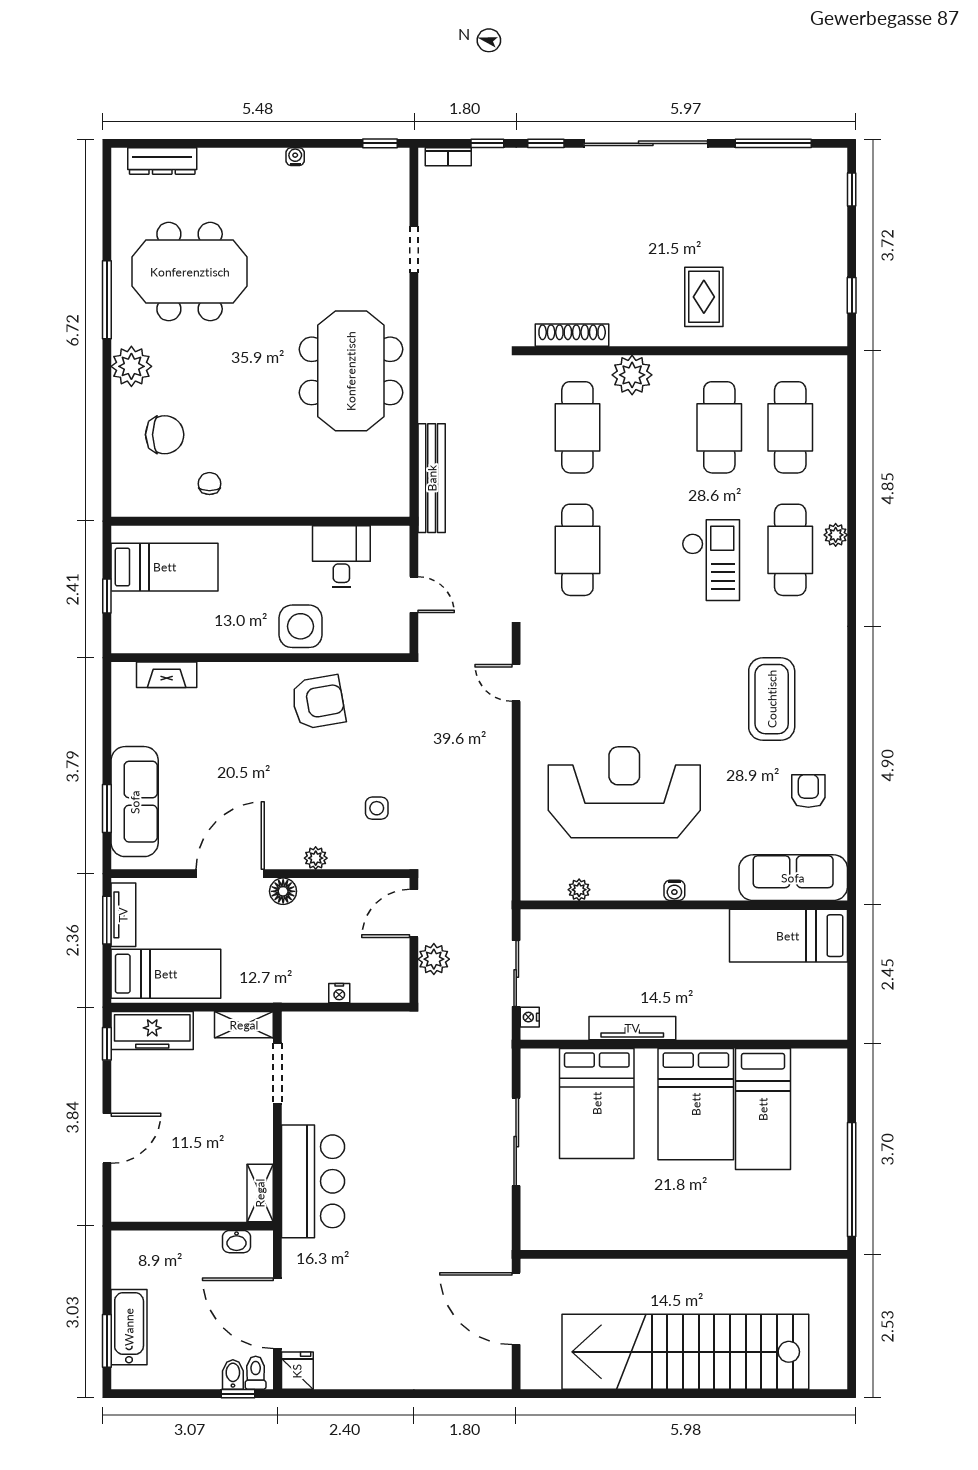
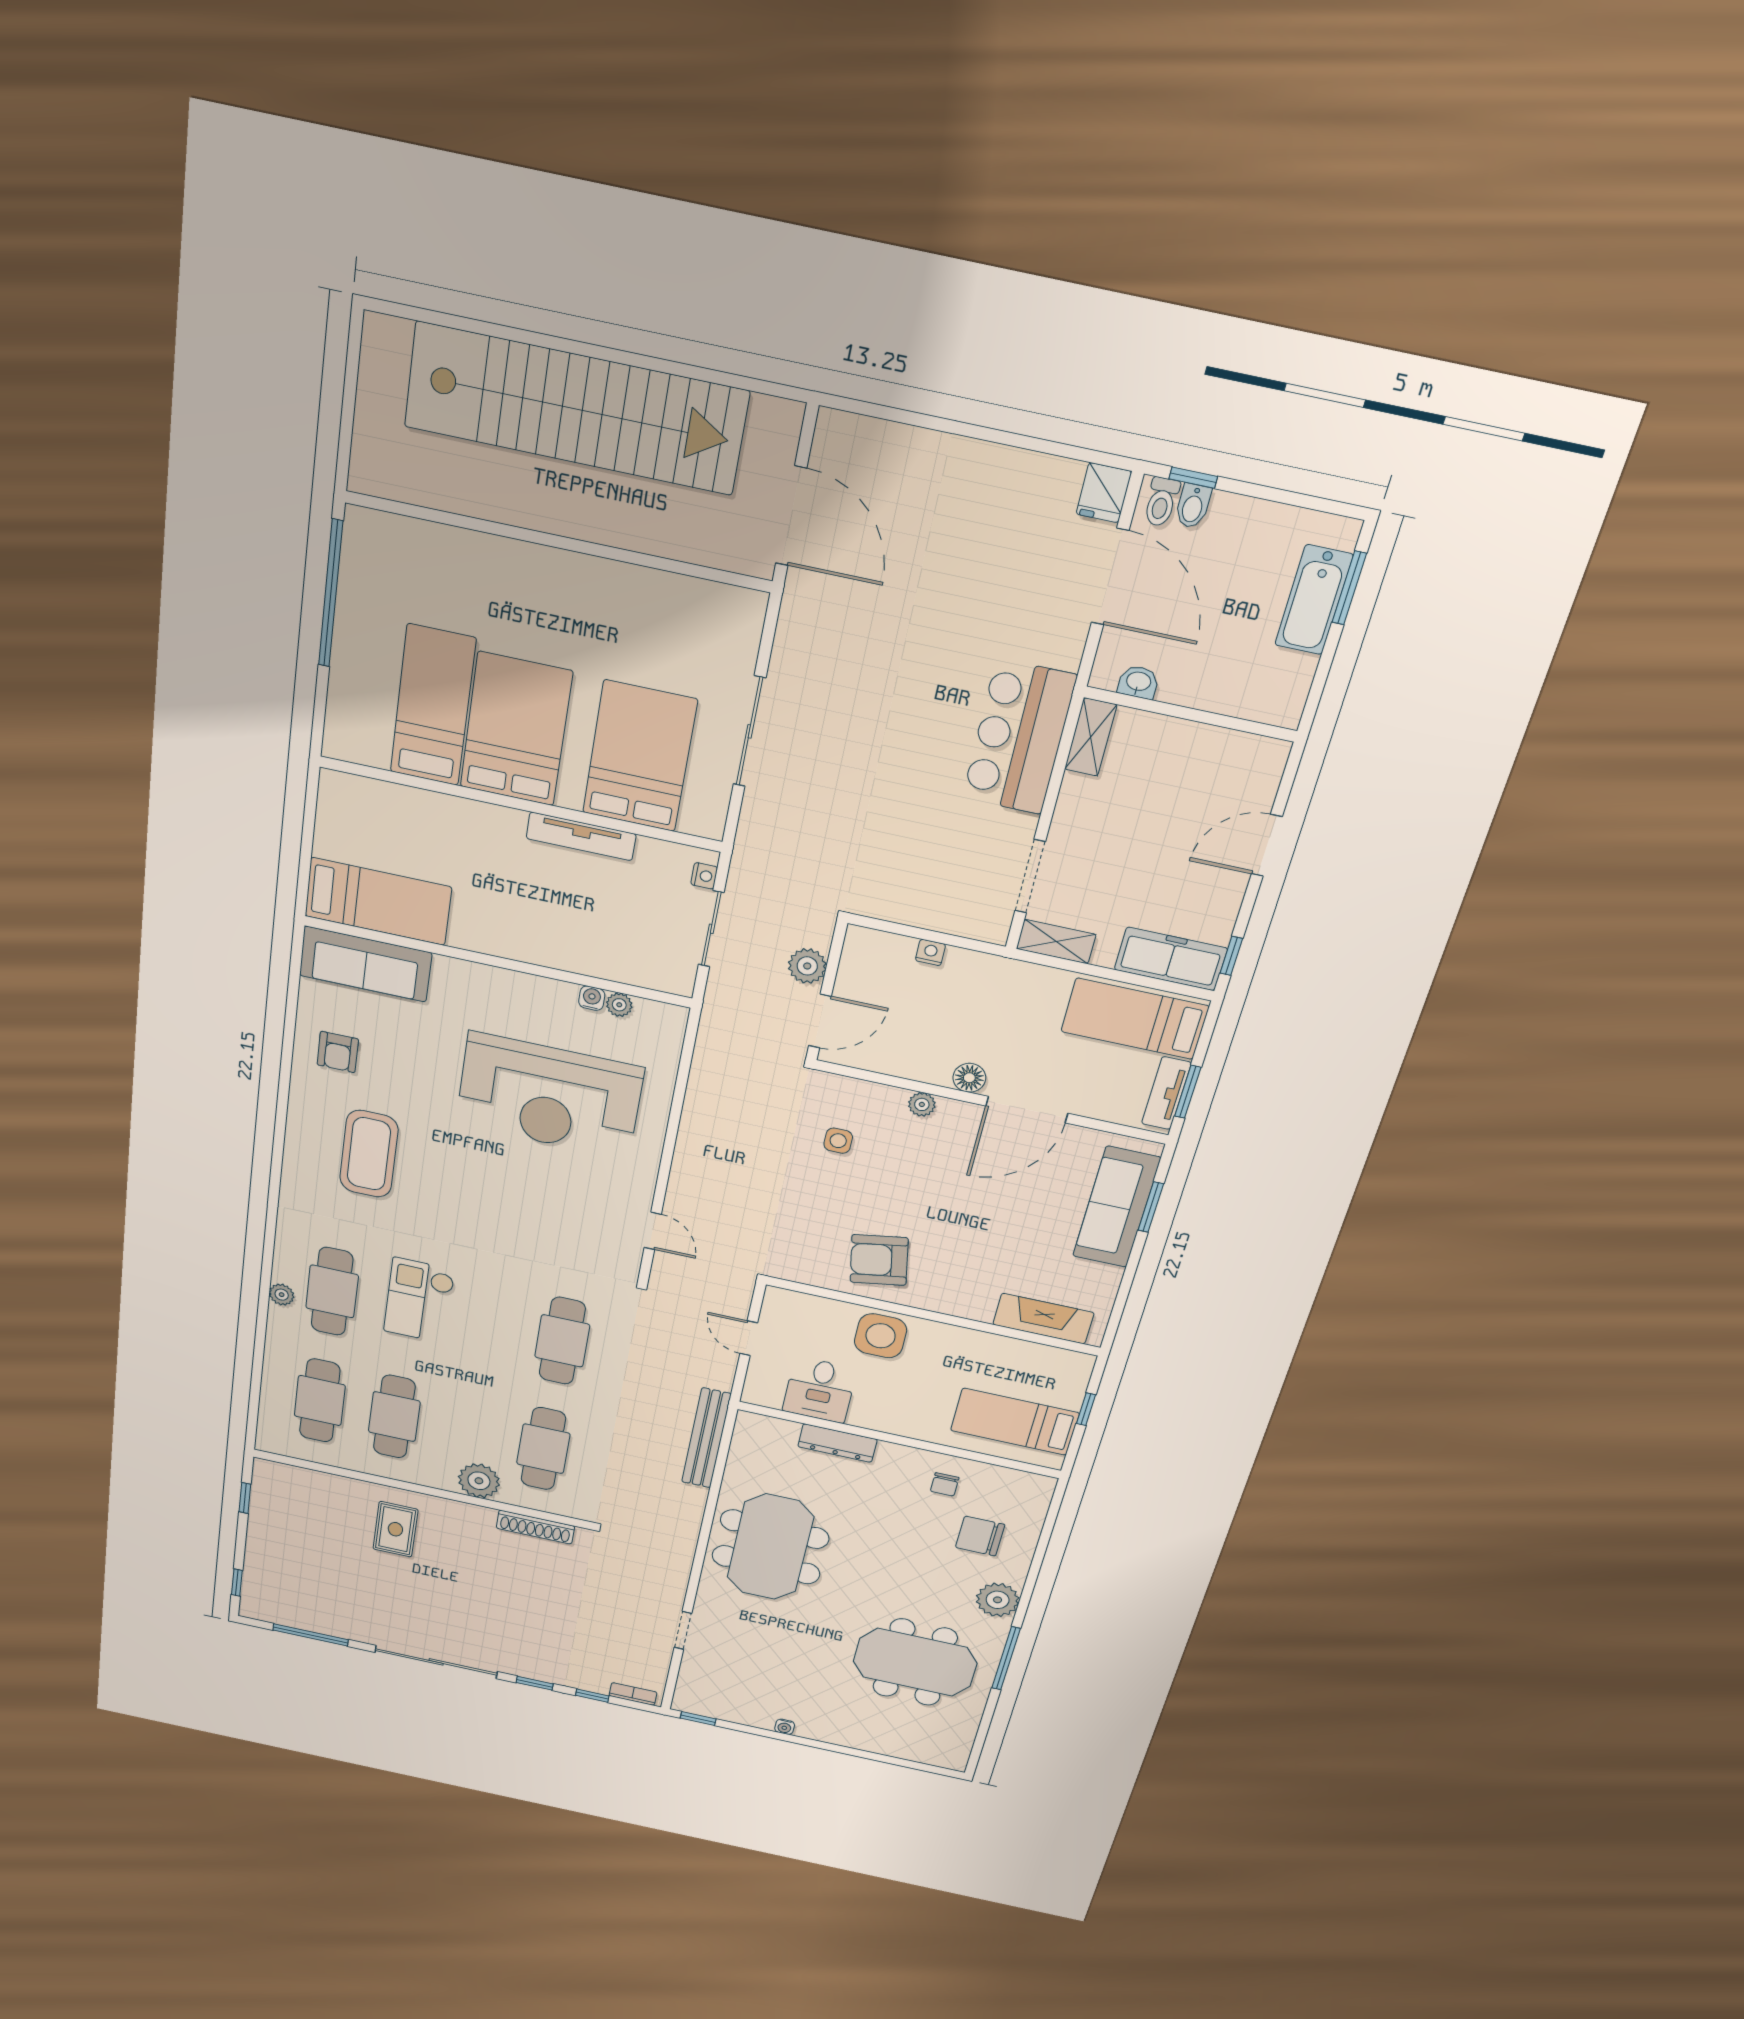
dresser: (162, 161) -> (837, 1443), moved, turned 180
fireplace: (167, 675) -> (1043, 1319), width x1.37, depth x1.32
water cooler: (674, 890) -> (592, 998), moved

